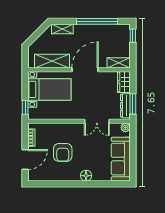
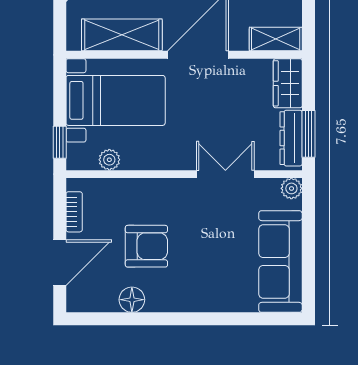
plant: (47, 115) -> (109, 160), added
double door: (97, 121) -> (225, 174), swing flipped
armchair: (63, 152) -> (146, 246), turned -90
floor lamp: (86, 176) -> (132, 300), moved

